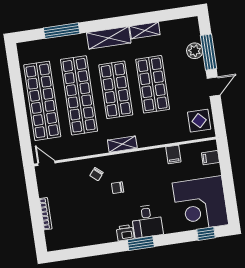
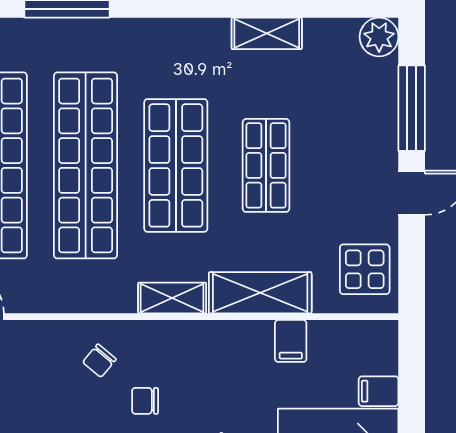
shelving: (109, 38) -> (260, 293), moved
plant: (195, 51) -> (379, 37), moved
shop shelf: (153, 84) -> (266, 165), width x0.70, depth x0.74
filing cabinet: (210, 158) -> (379, 391), moved

